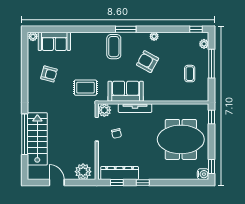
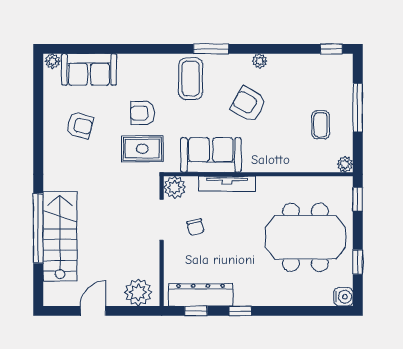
plant: (204, 44) -> (345, 164), moved
armchair: (86, 67) -> (142, 113), added
window: (211, 166) -> (358, 262), moved
door: (57, 183) -> (93, 311), hinge flipped

